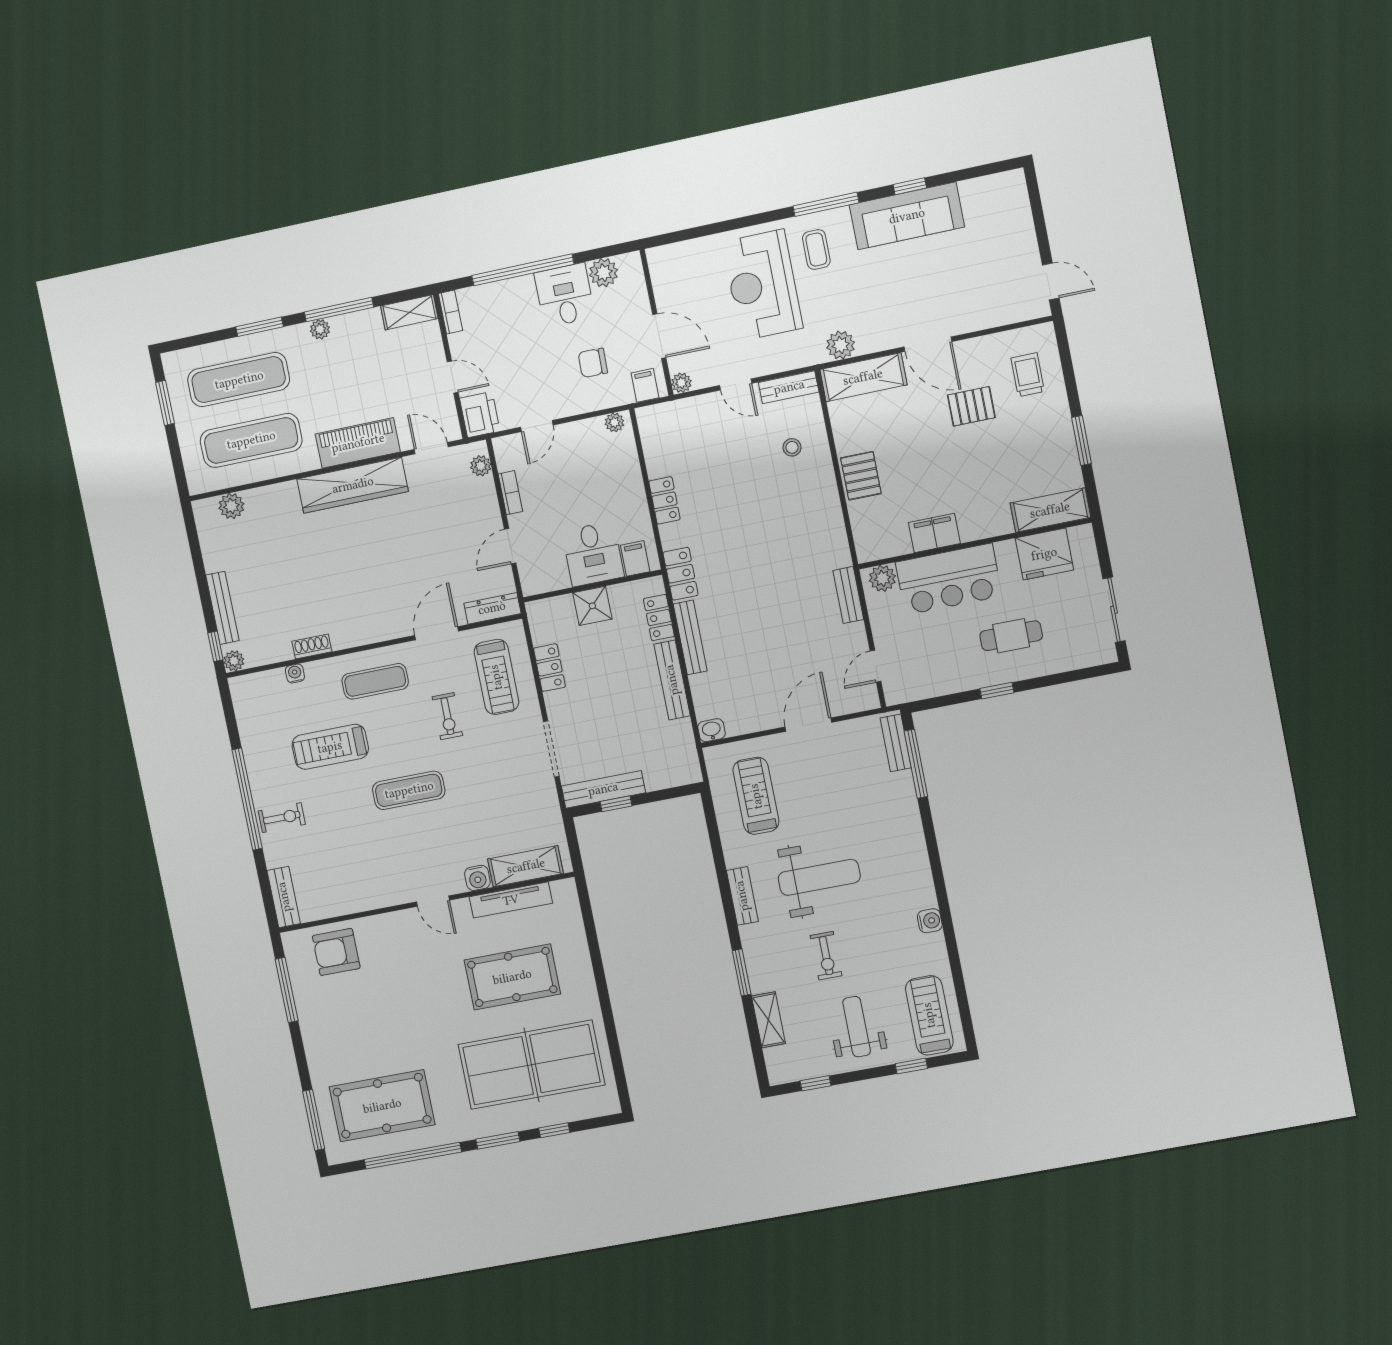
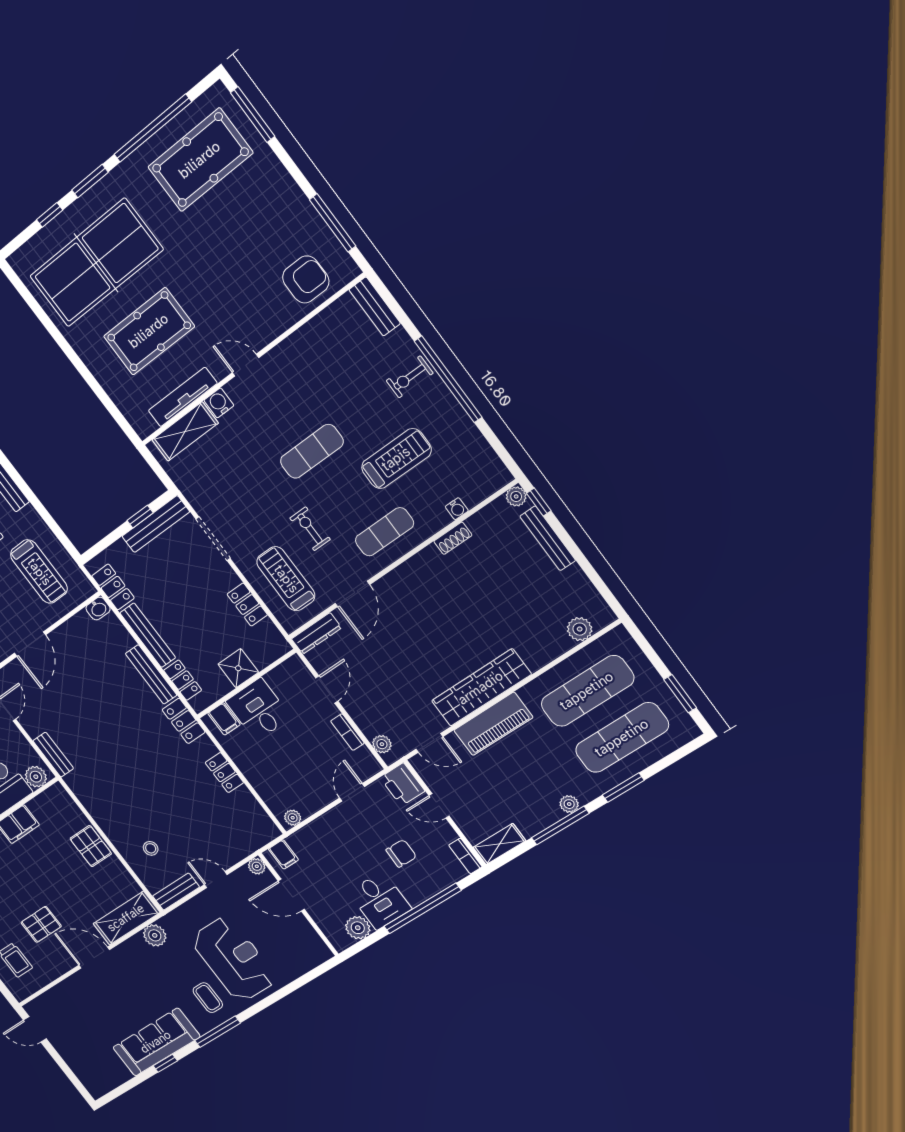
chair: (593, 363) -> (401, 853), moved
locker: (683, 746) -> (113, 587), added

